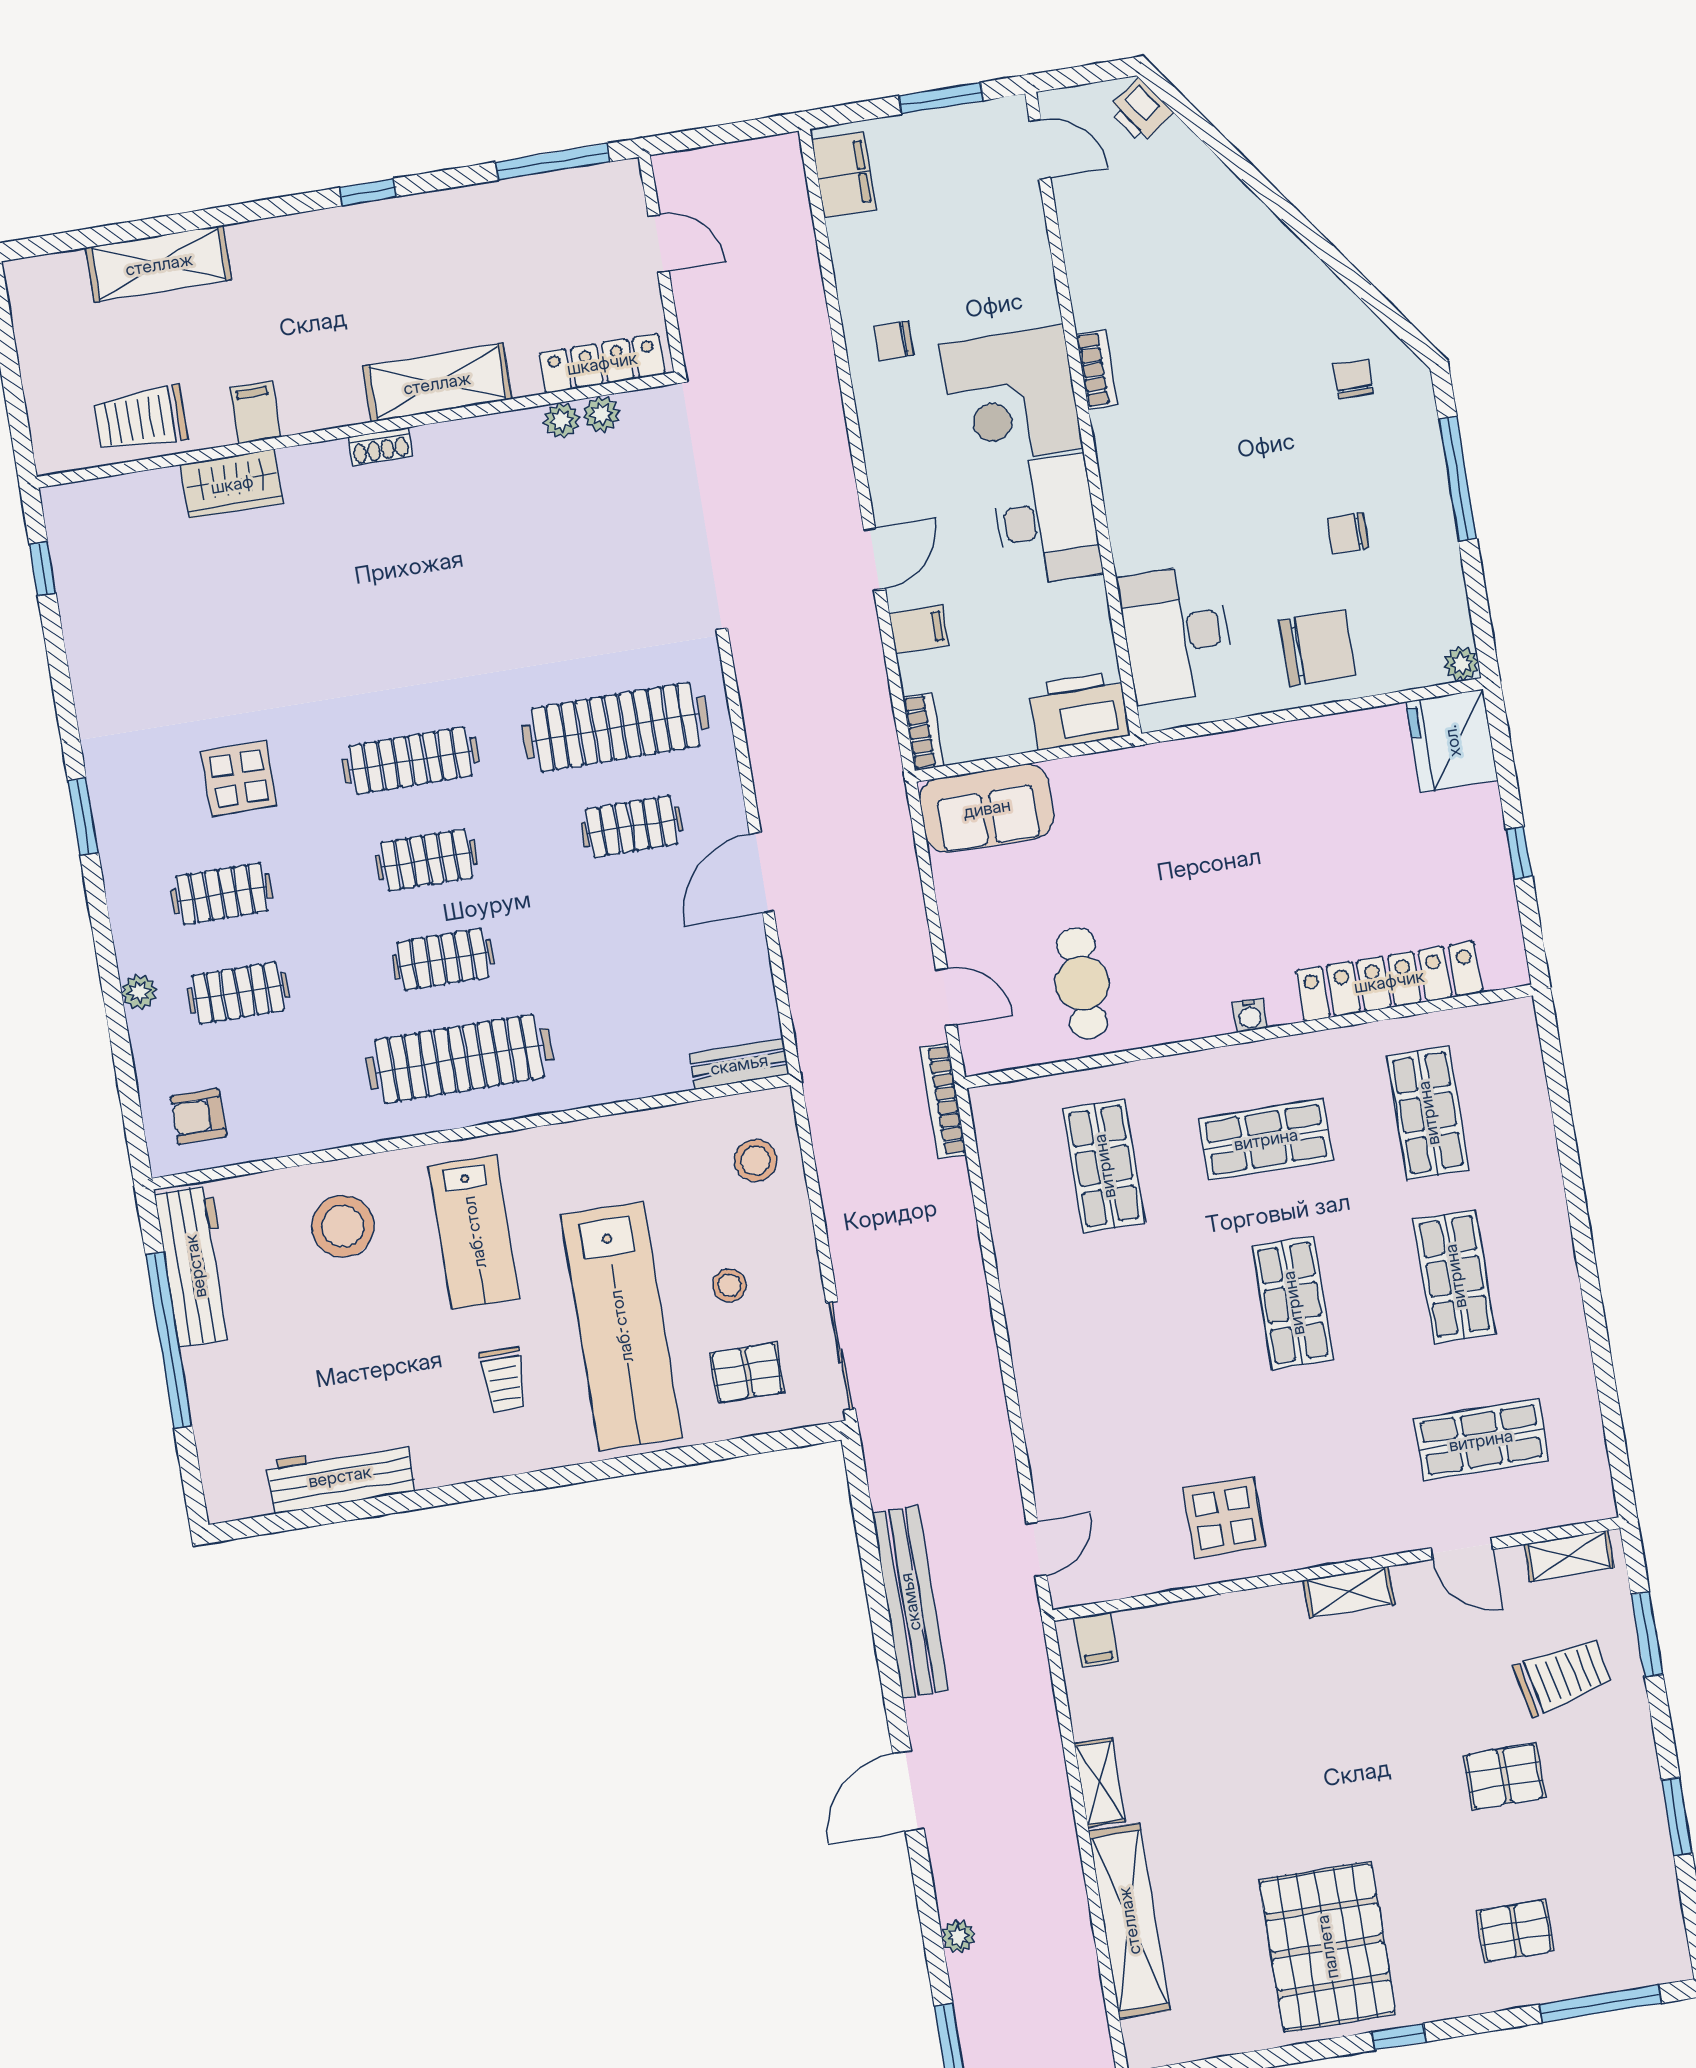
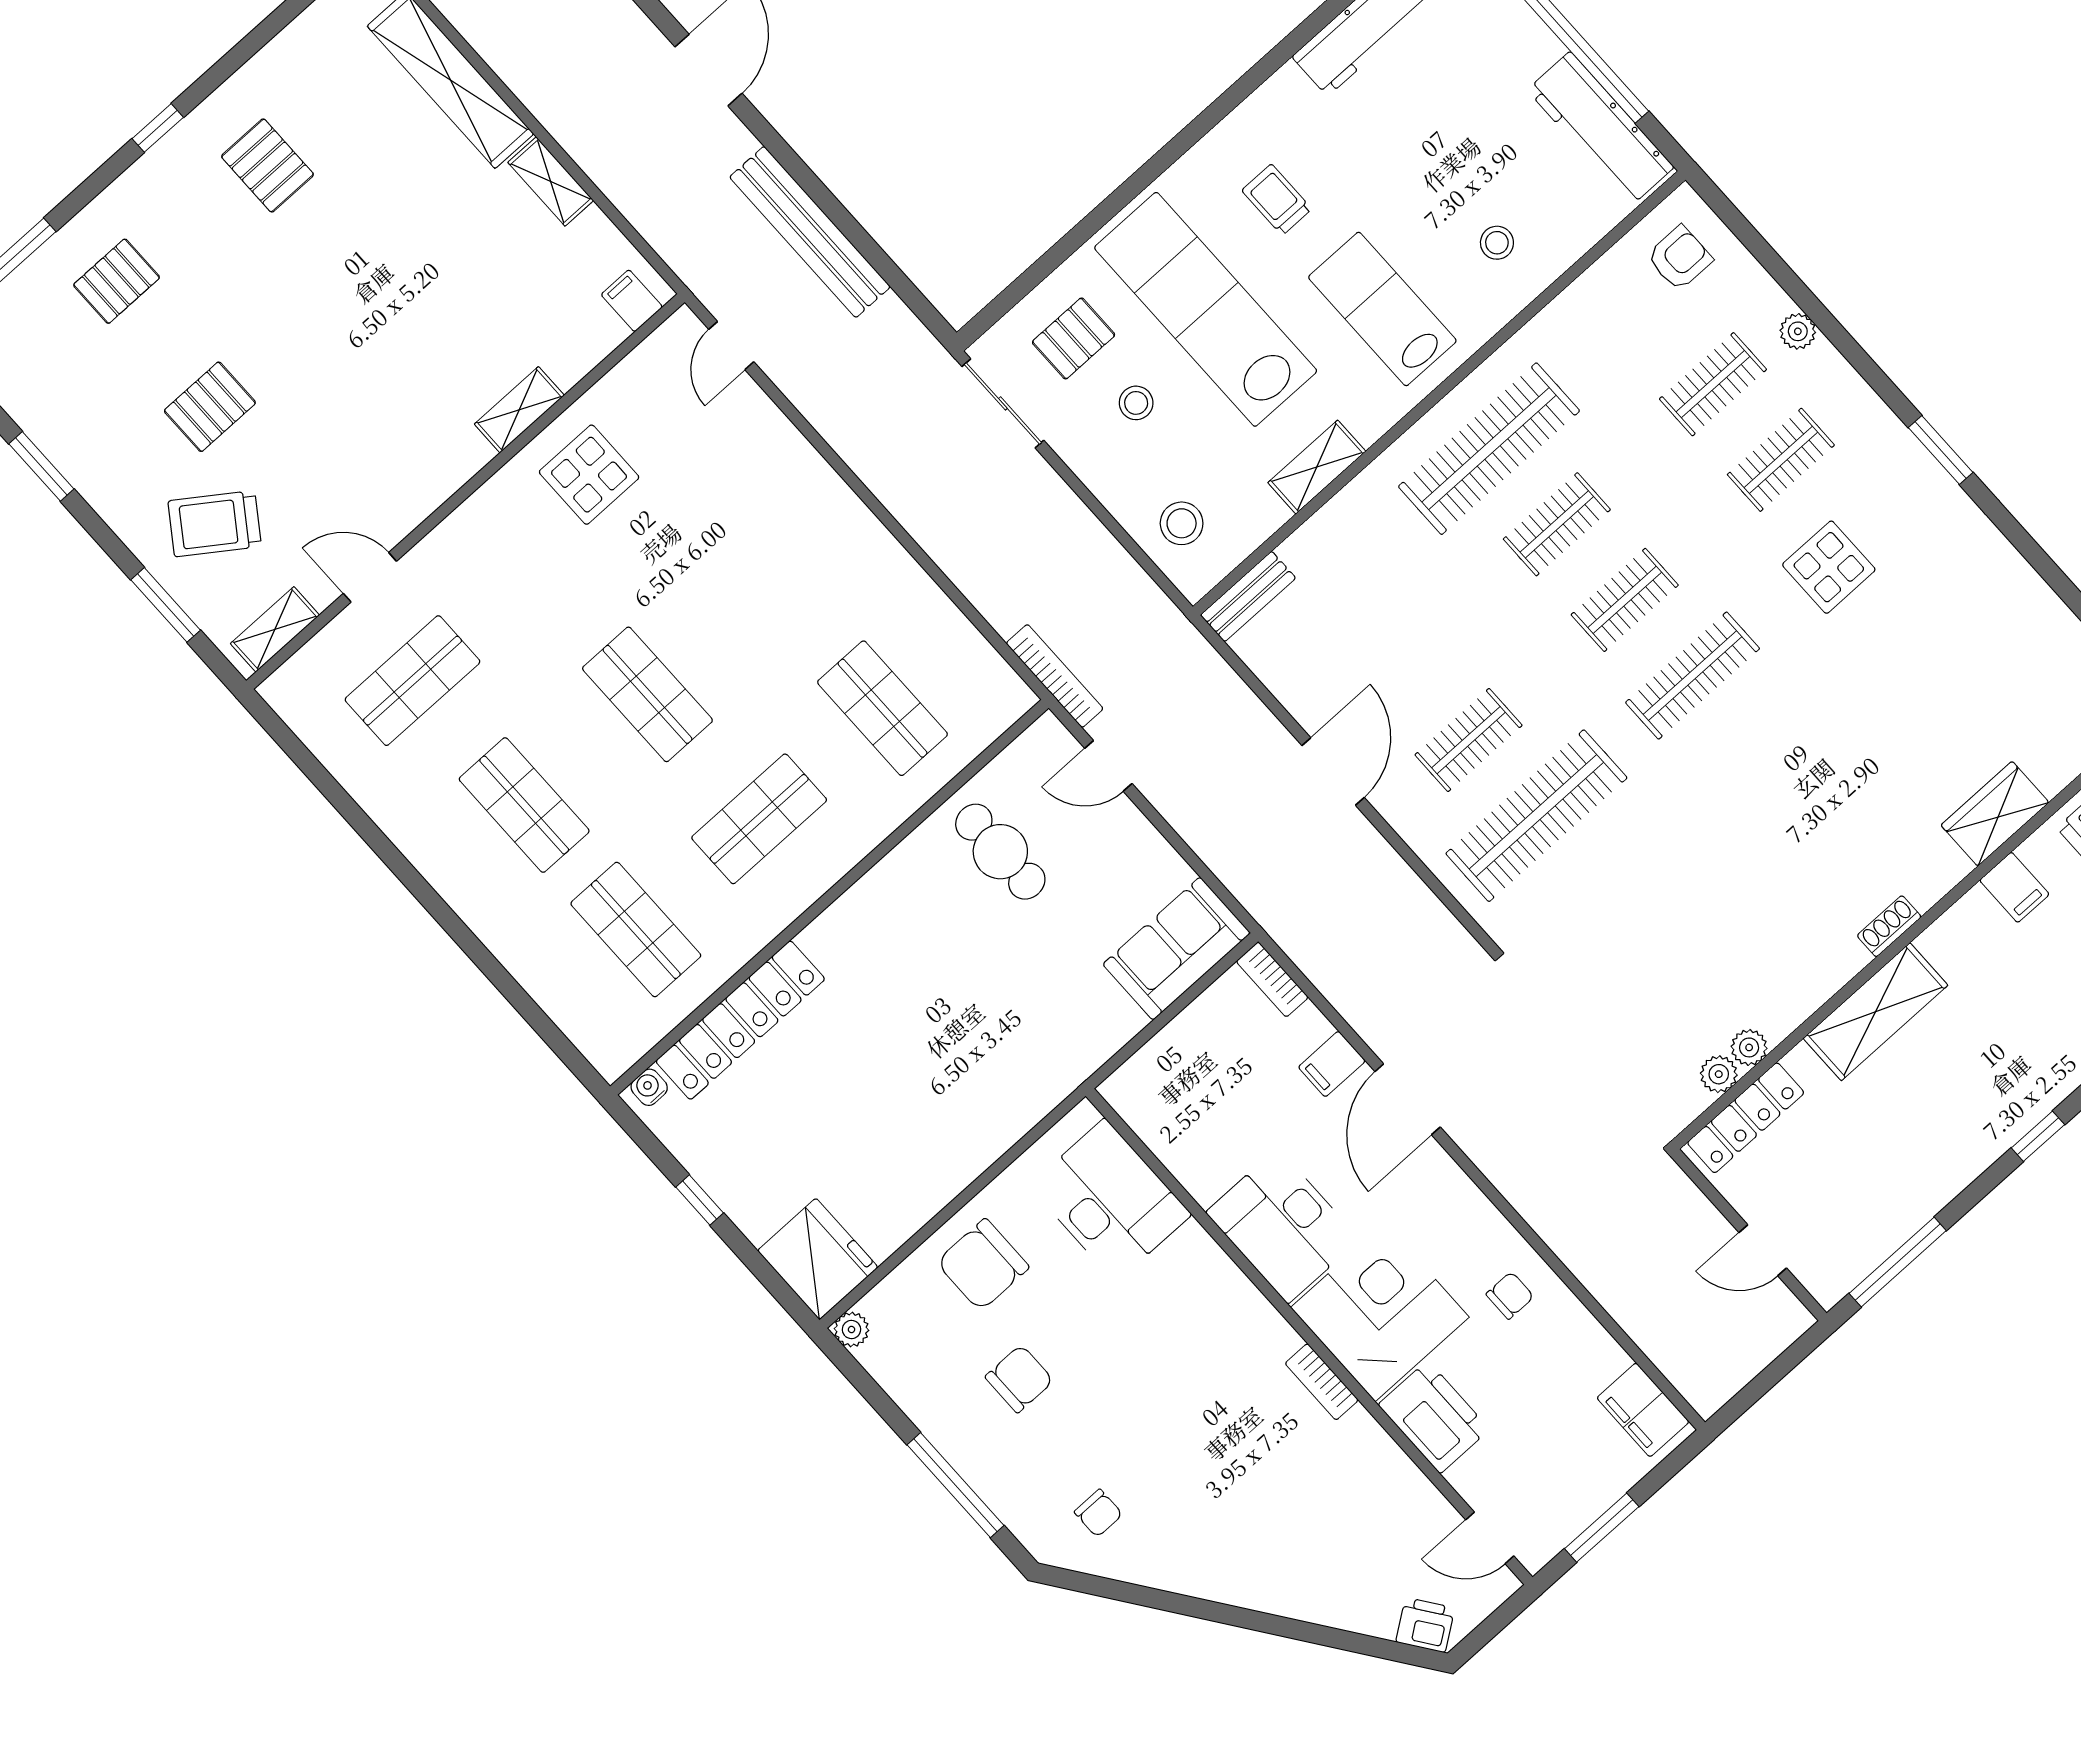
chair: (1348, 533) -> (1019, 1379), width x1.37, depth x1.37
door: (875, 559) -> (1408, 1099), width x1.38
printer: (1079, 710) -> (1434, 1417), moved, turned -90
water cooler: (1250, 1015) -> (649, 1087), moved
shelving: (613, 1135) -> (1317, 467), added
stool: (343, 1226) -> (1497, 243), width x0.53, depth x0.53
shelving: (1349, 1592) -> (519, 410), moved
trolley: (1563, 1676) -> (215, 524), turned 47
pallet: (1327, 1947) -> (268, 165), width x0.49, depth x0.50

